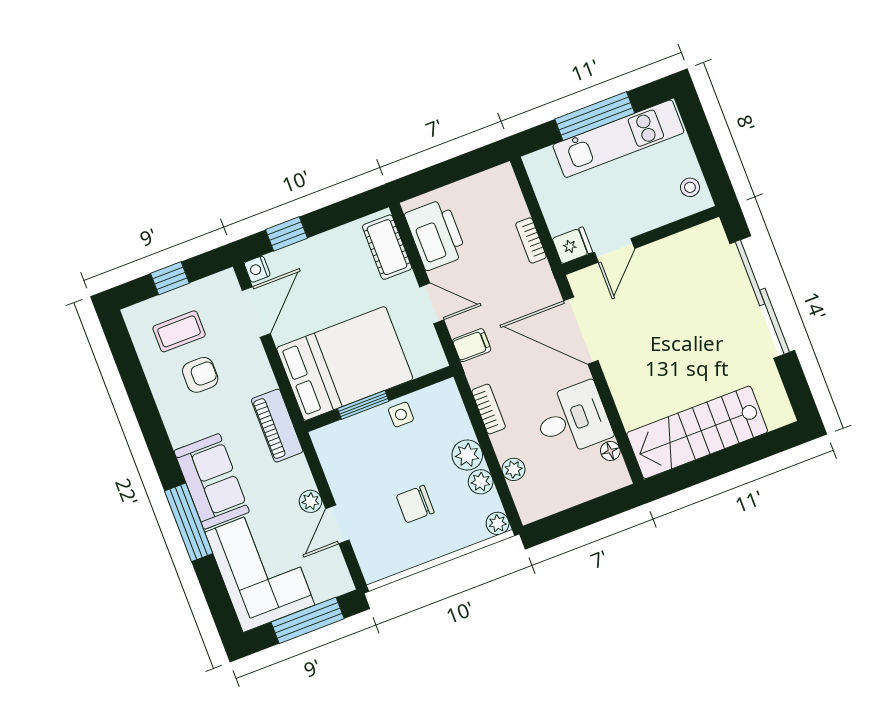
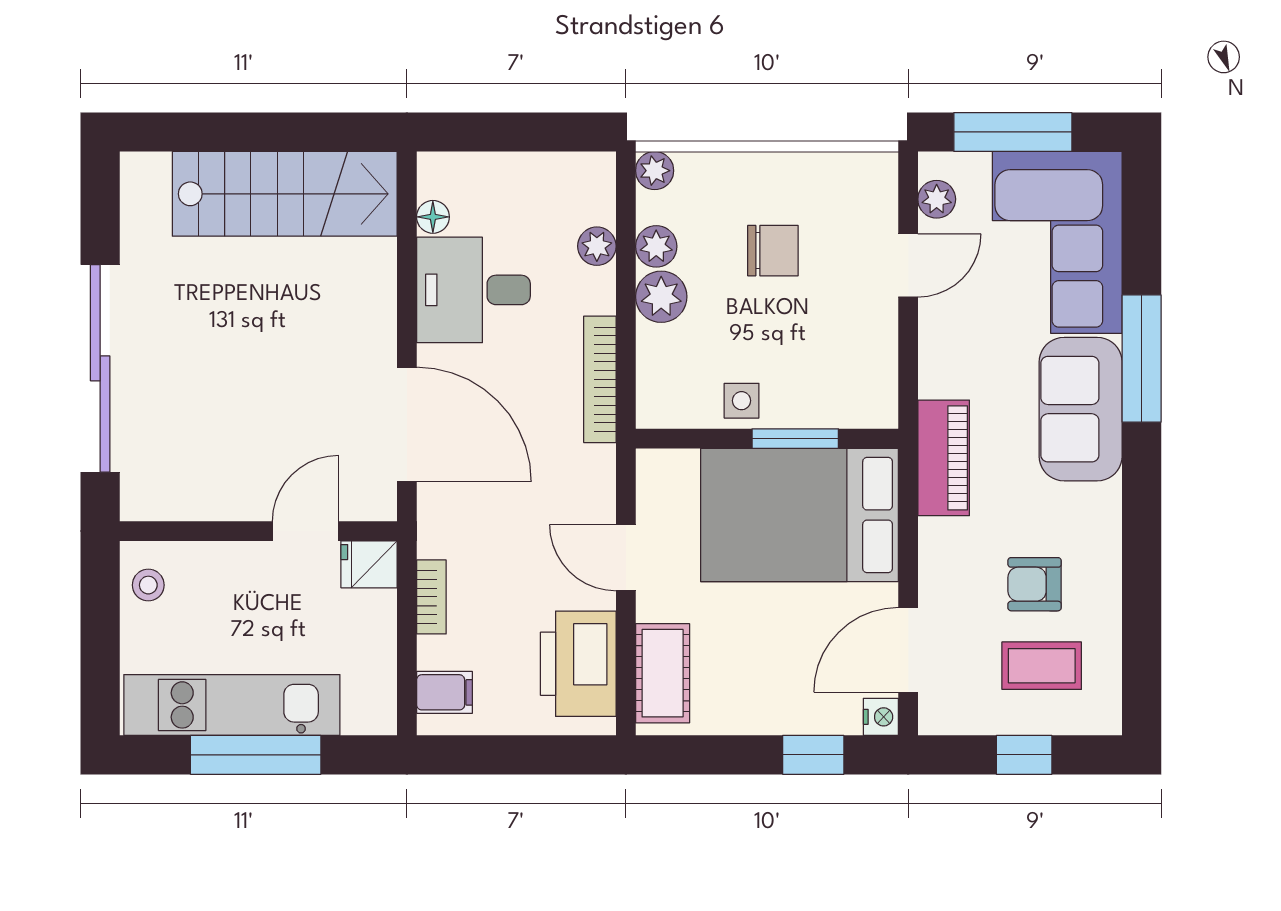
filing cabinet: (472, 345) -> (445, 692), moved, turned 180
bookcase: (489, 409) -> (600, 379), width x1.56
plant: (310, 501) -> (937, 199), moved

